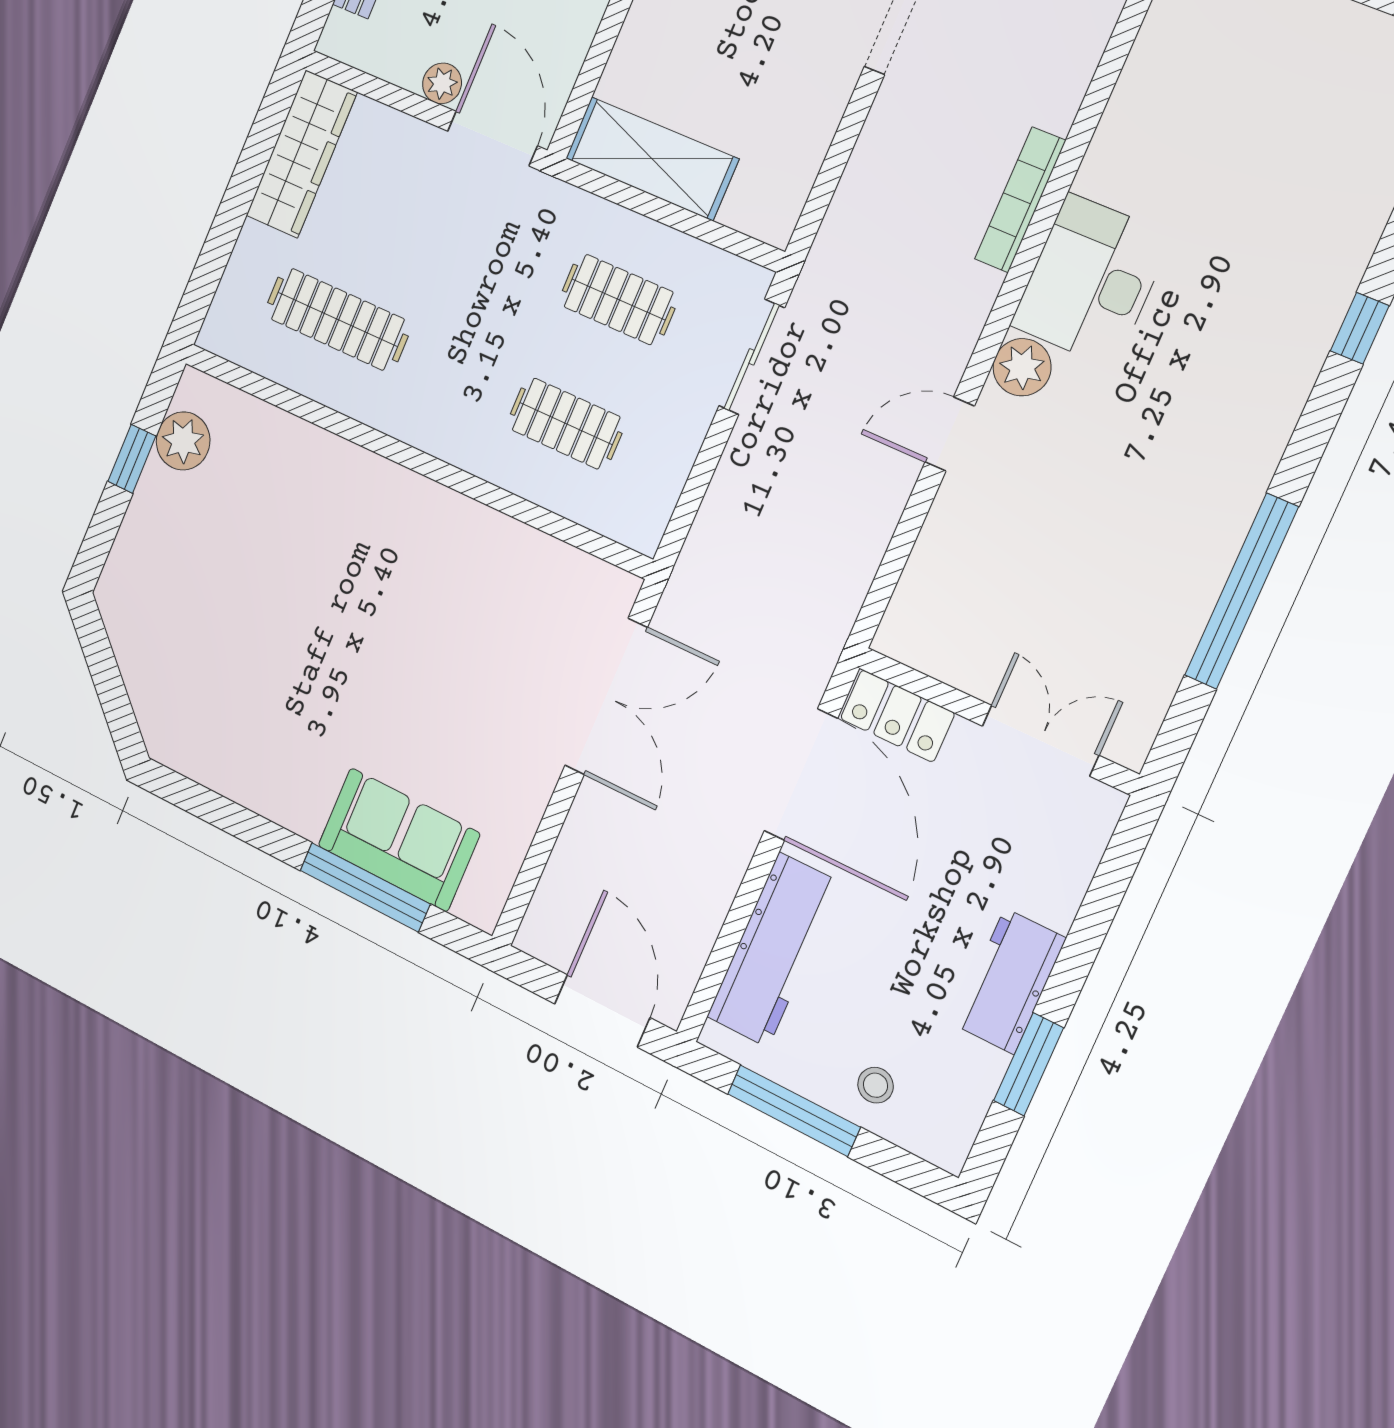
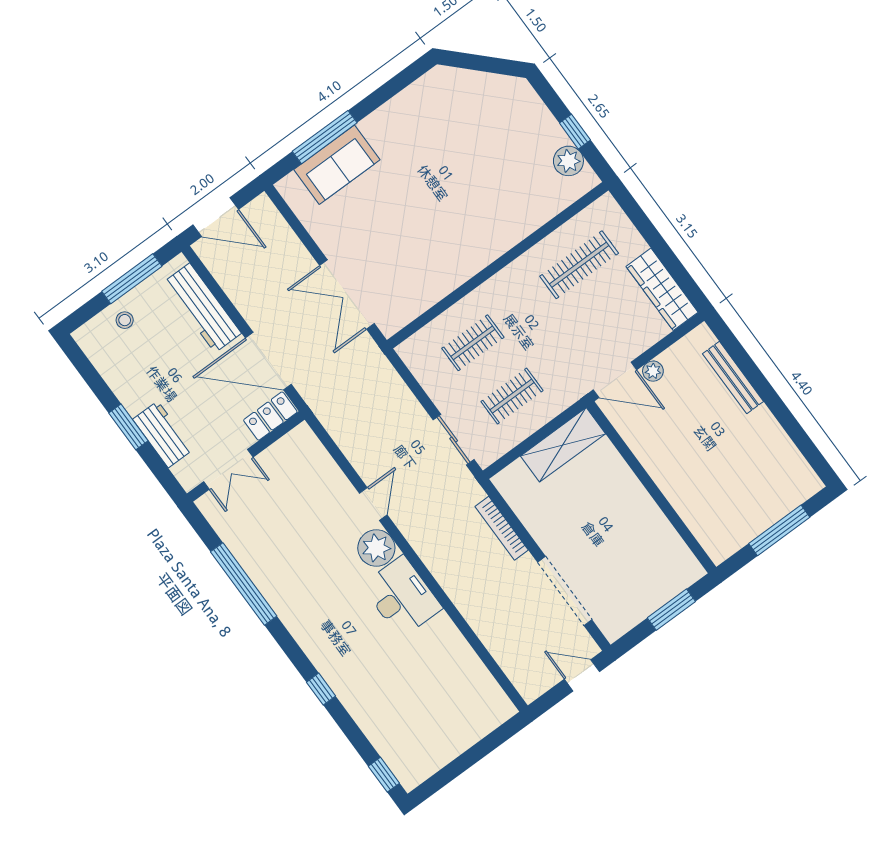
bookcase: (1020, 200) -> (502, 528), moved, turned 180
plant: (1022, 367) -> (376, 548), width x1.36, depth x1.36
workbench: (1009, 981) -> (163, 434), moved
window: (1029, 1064) -> (128, 427), moved

